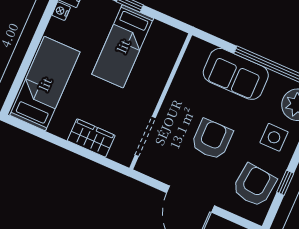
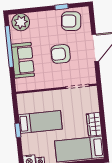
side table: (274, 137) -> (43, 25), removed
wardrobe: (91, 138) -> (94, 124), moved

